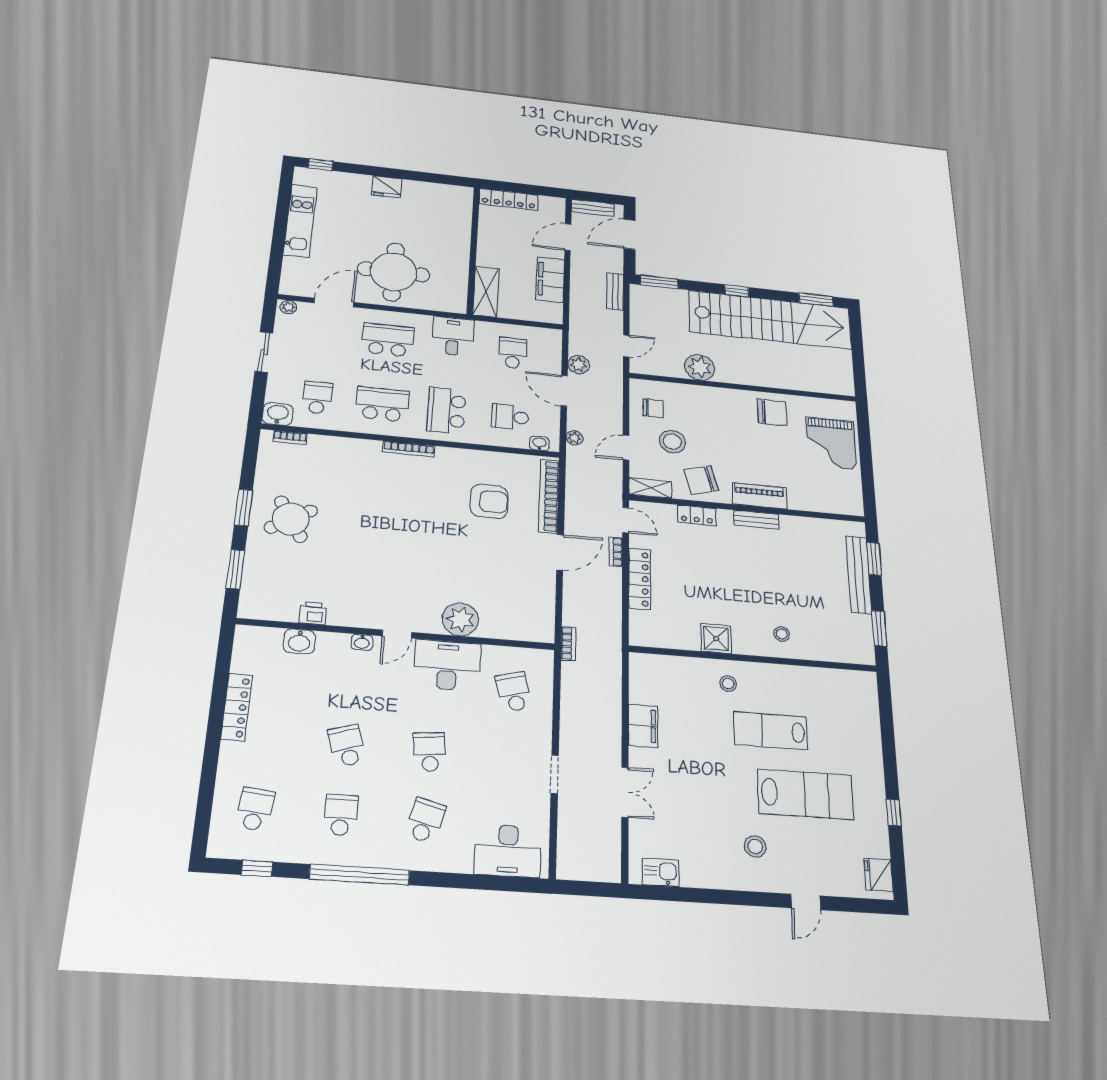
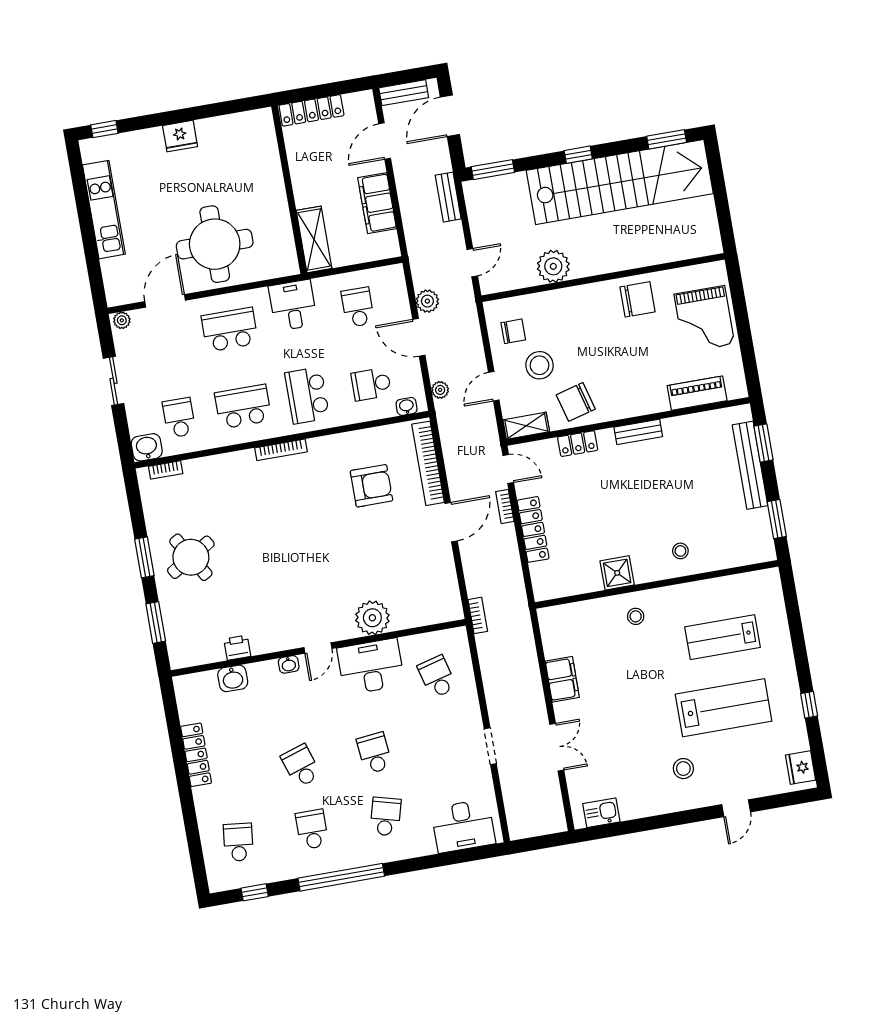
piano: (759, 496) -> (697, 393), moved
lab bench: (771, 731) -> (723, 637), moved

